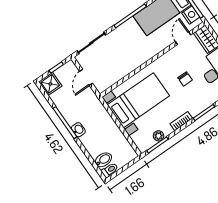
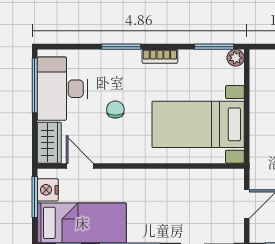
door: (183, 38) -> (80, 166), swing flipped
plant: (159, 136) -> (236, 58), moved

